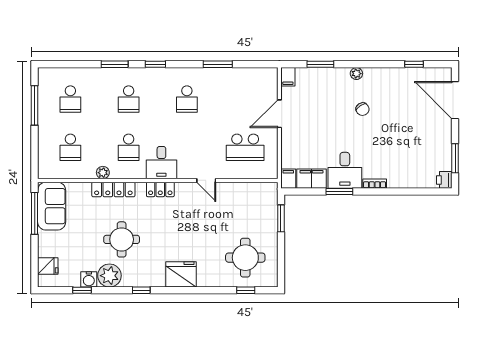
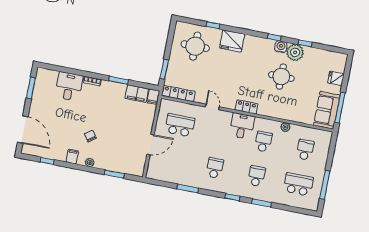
filing cabinet: (288, 77) -> (72, 157), moved
school desk: (70, 99) -> (298, 184), width x1.85
desk: (345, 170) -> (69, 86), moved
printer: (444, 180) -> (42, 74), removed
locker: (113, 189) -> (178, 94), moved
fridge: (48, 266) -> (336, 78), moved
fridge: (181, 274) -> (232, 41), moved
water cooler: (89, 279) -> (281, 47), moved
window: (82, 290) -> (305, 43), moved
window: (246, 290) -> (213, 25), moved

